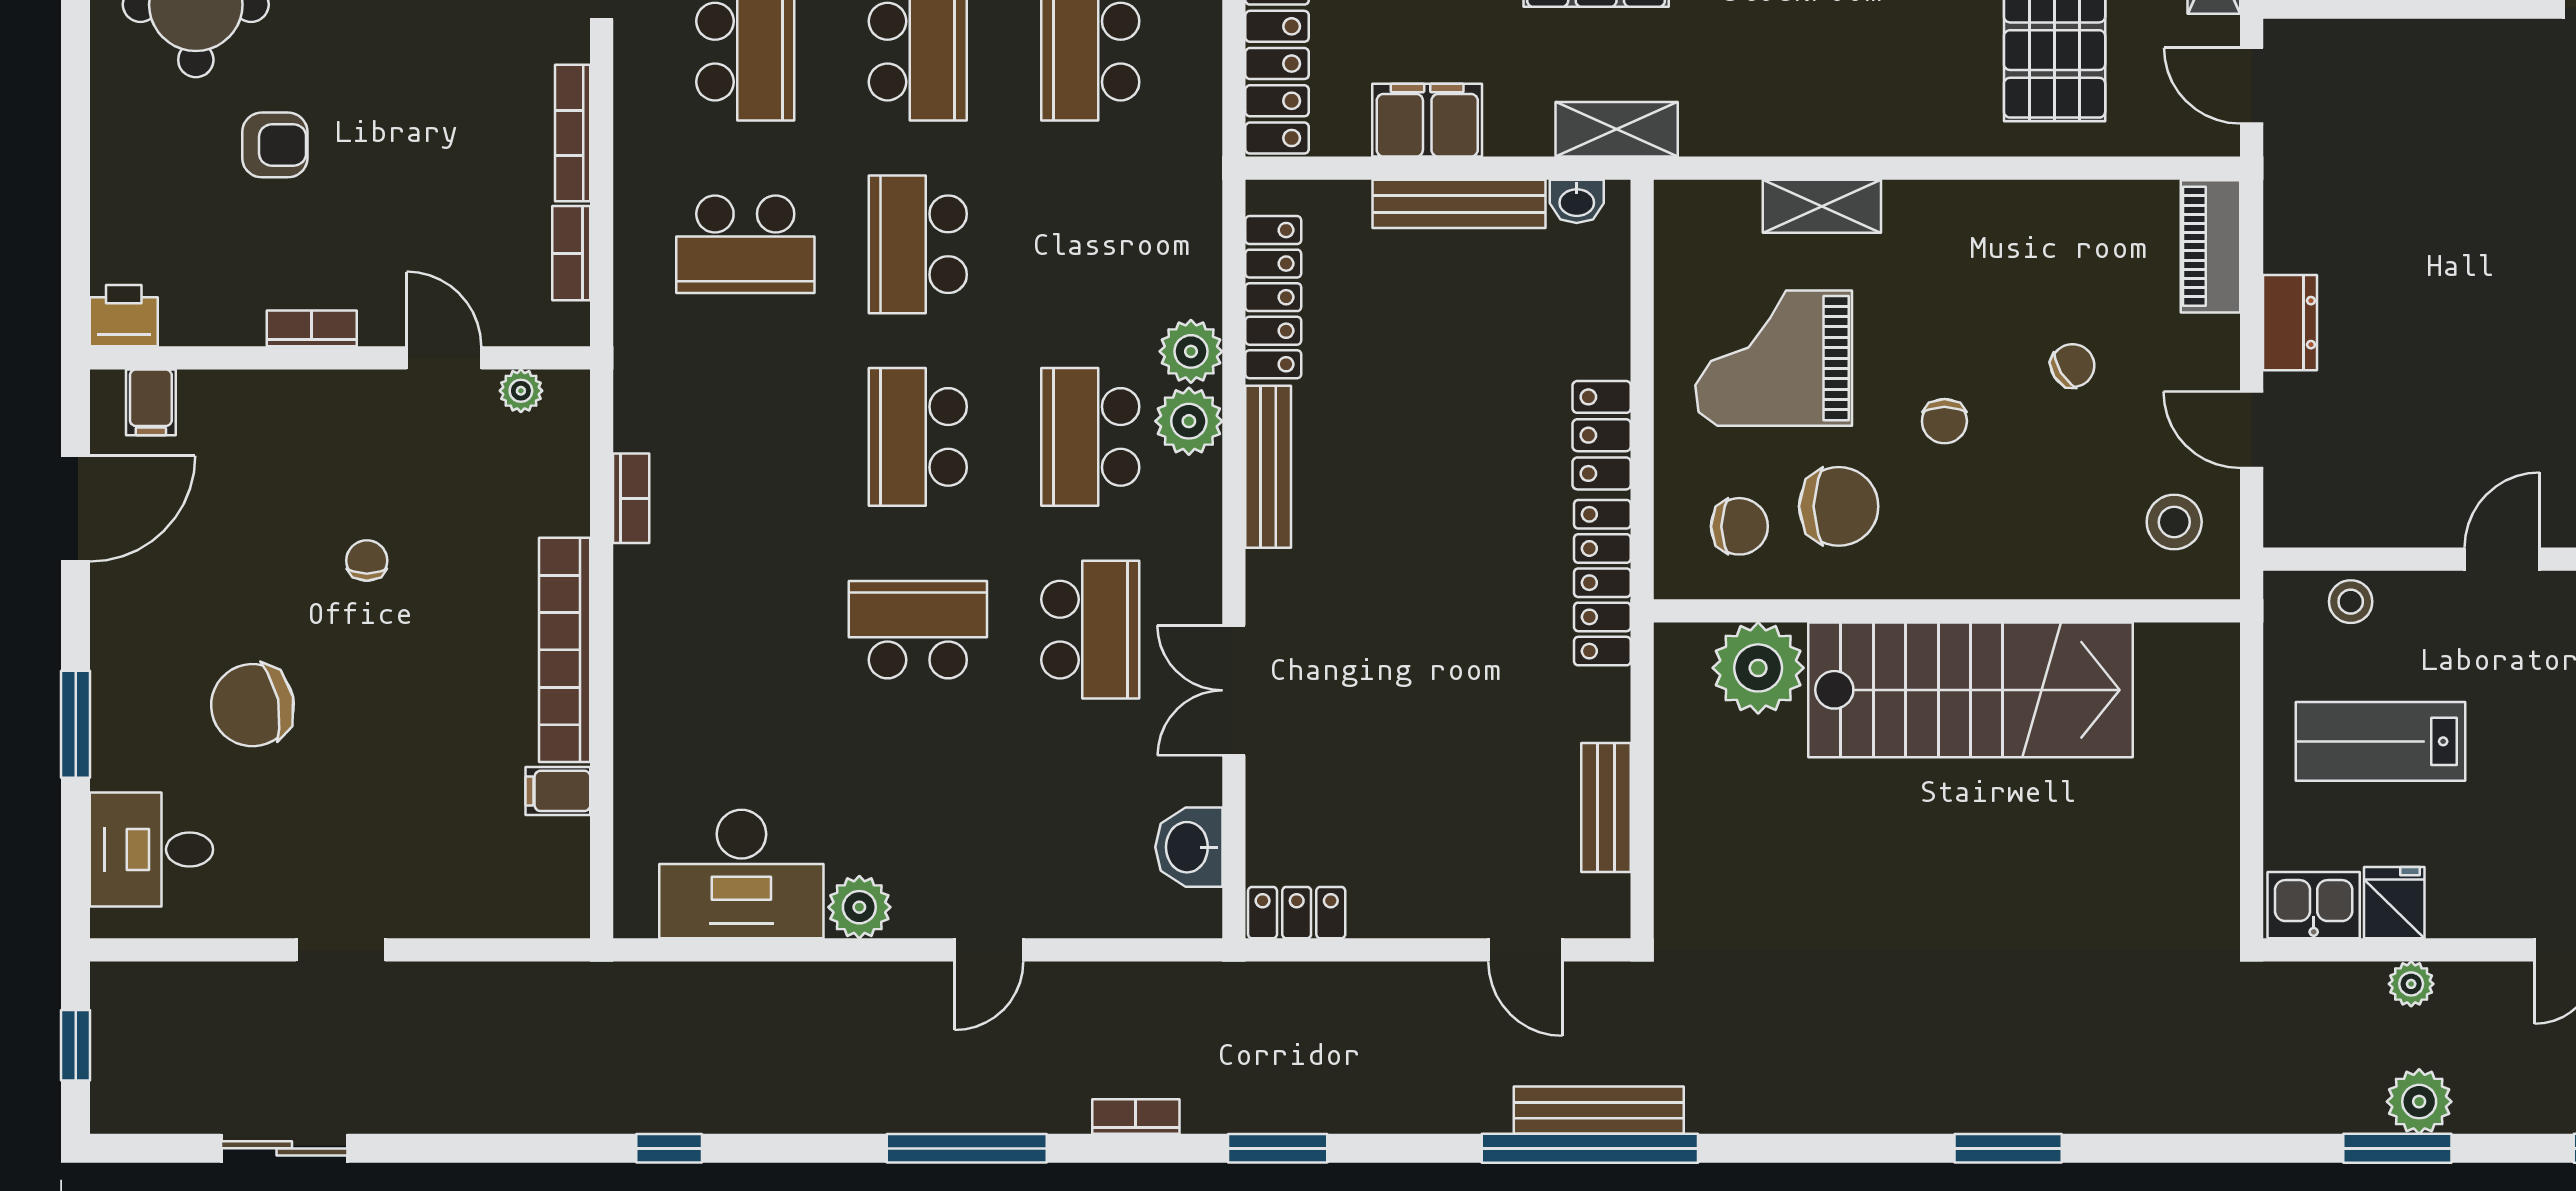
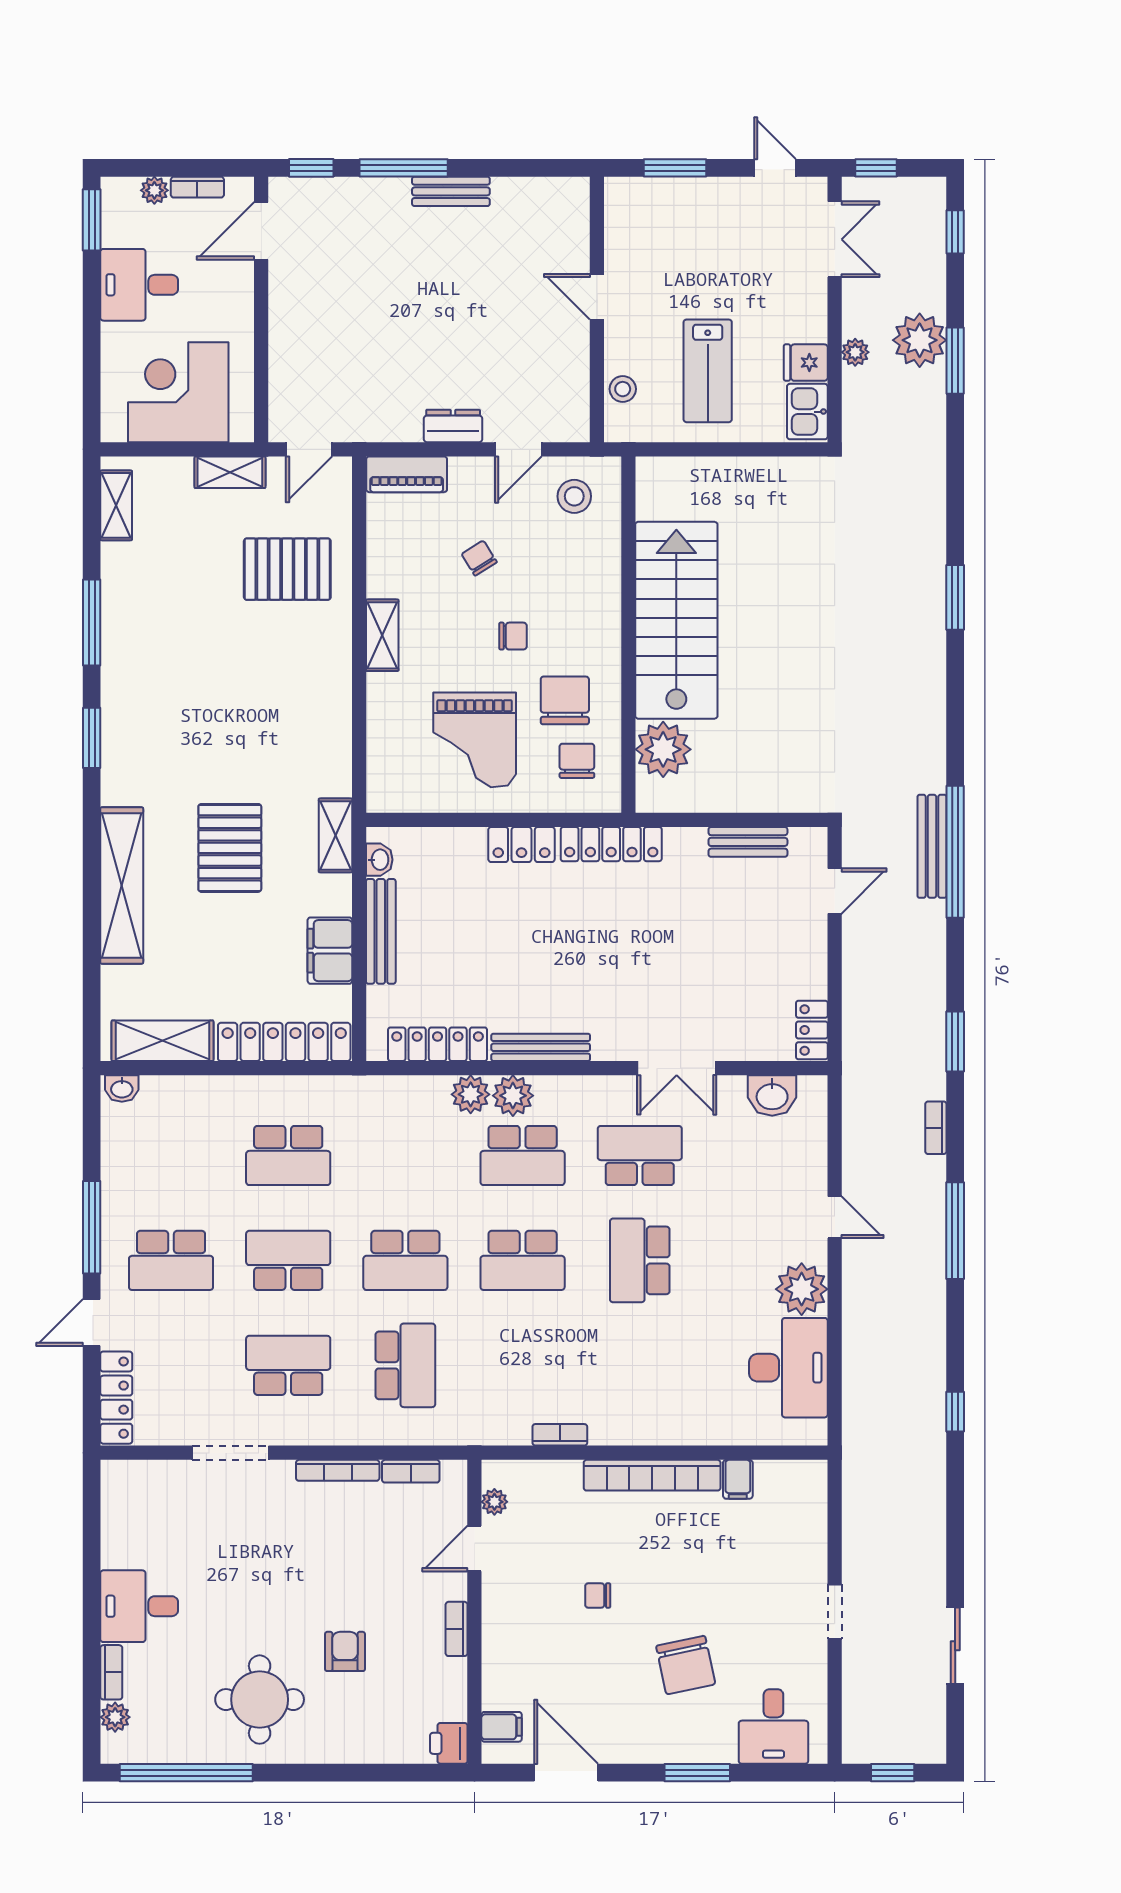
shelving: (1822, 206) -> (382, 635), moved
plant: (859, 907) -> (802, 1289), width x1.36, depth x1.36
plant: (2419, 1102) -> (920, 340), width x1.36, depth x1.36

